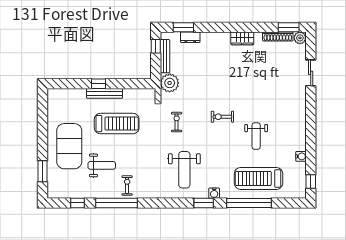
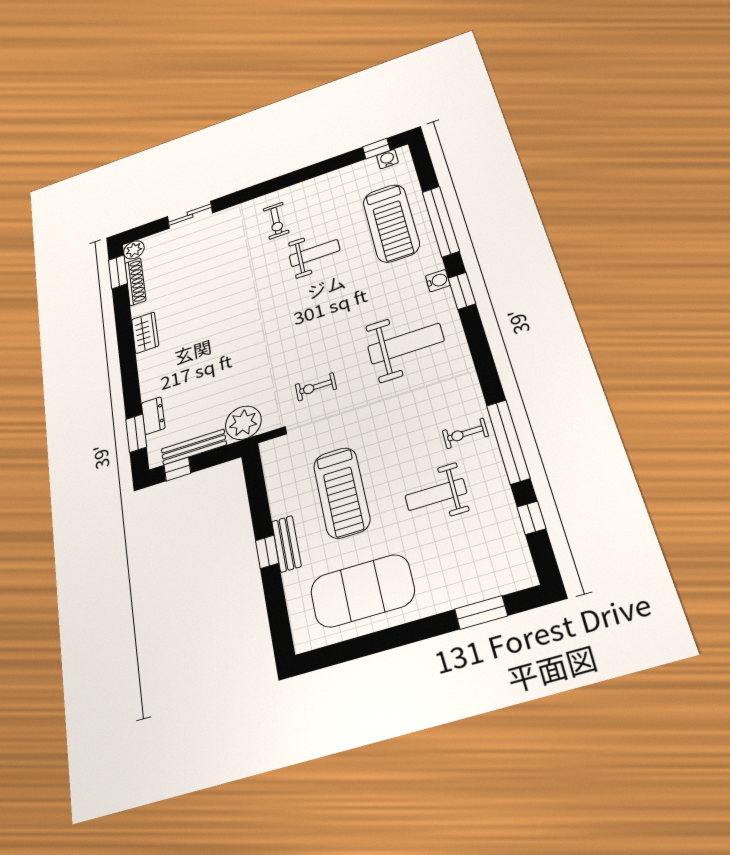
bench: (104, 93) -> (286, 544), width x0.73
exercise bike: (222, 117) -> (276, 221), moved
treadmill: (117, 124) -> (342, 492), turned 180
exercise mat: (69, 146) -> (362, 591), moved
water cooler: (301, 156) -> (387, 159), moved
weight bench: (102, 165) -> (436, 494), turned -90

